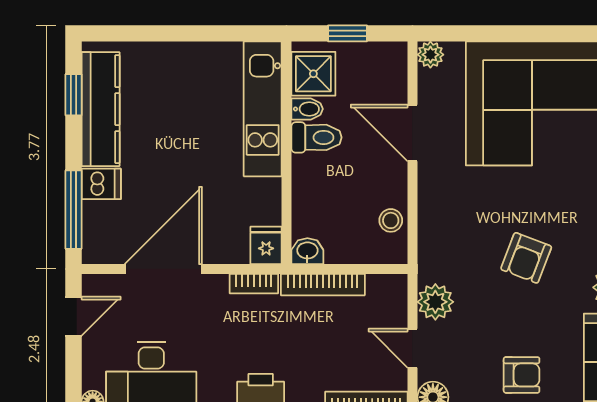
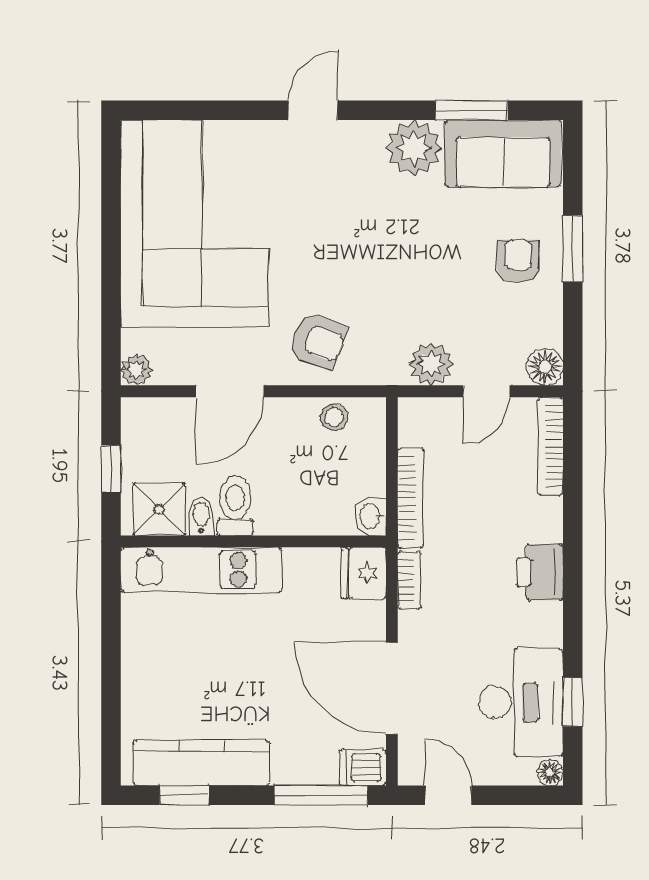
dishwasher: (101, 184) -> (363, 767), moved, turned -90
fridge: (266, 245) -> (364, 573), width x1.38
armchair: (526, 258) -> (318, 341), moved

